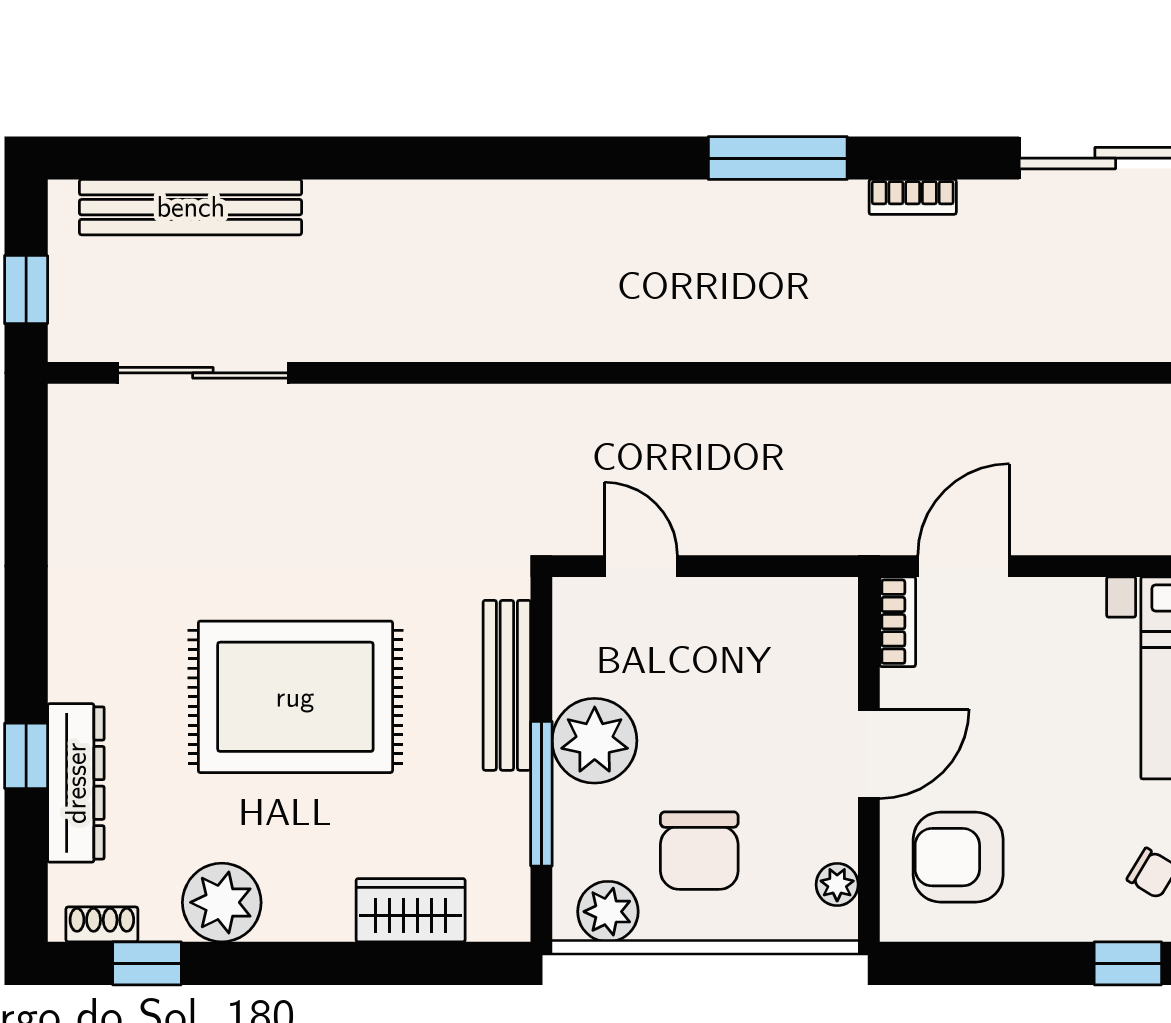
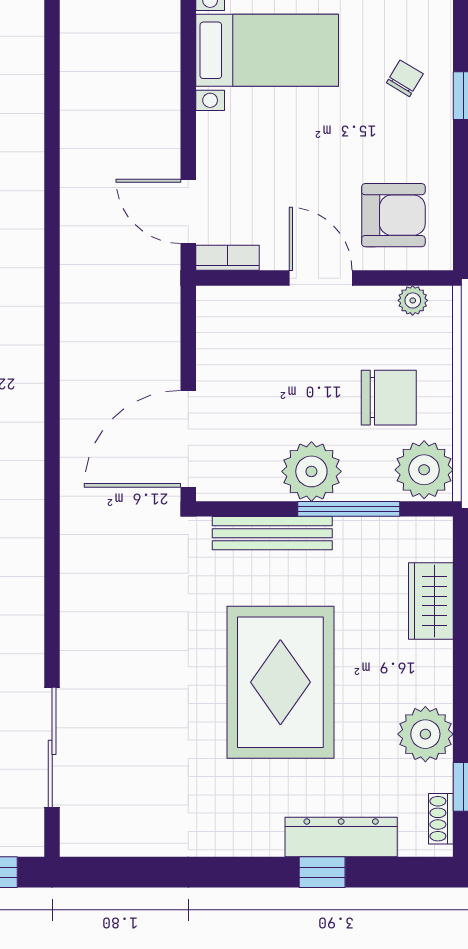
door: (641, 566) -> (188, 439), width x1.88
armchair: (958, 857) -> (393, 215), turned -90
plant: (608, 912) -> (424, 470), width x1.36, depth x1.36

